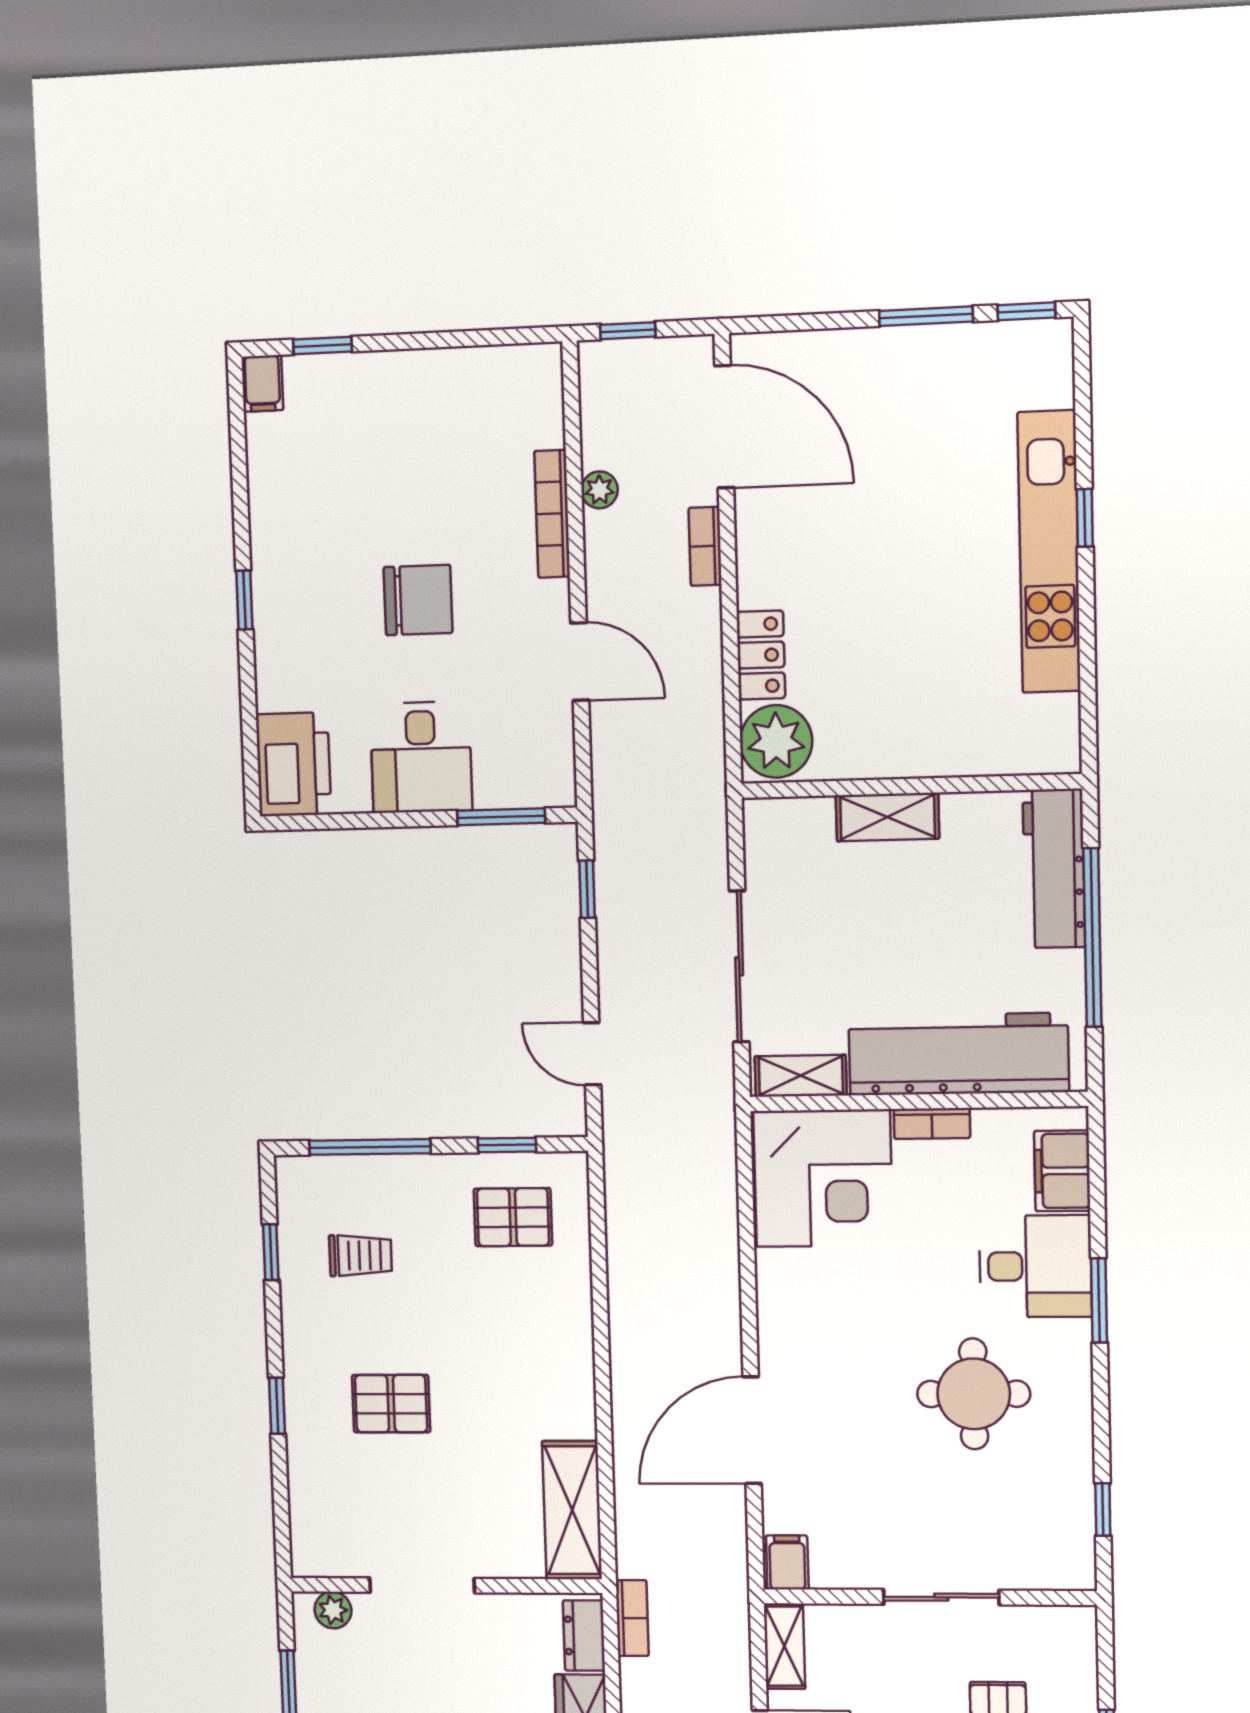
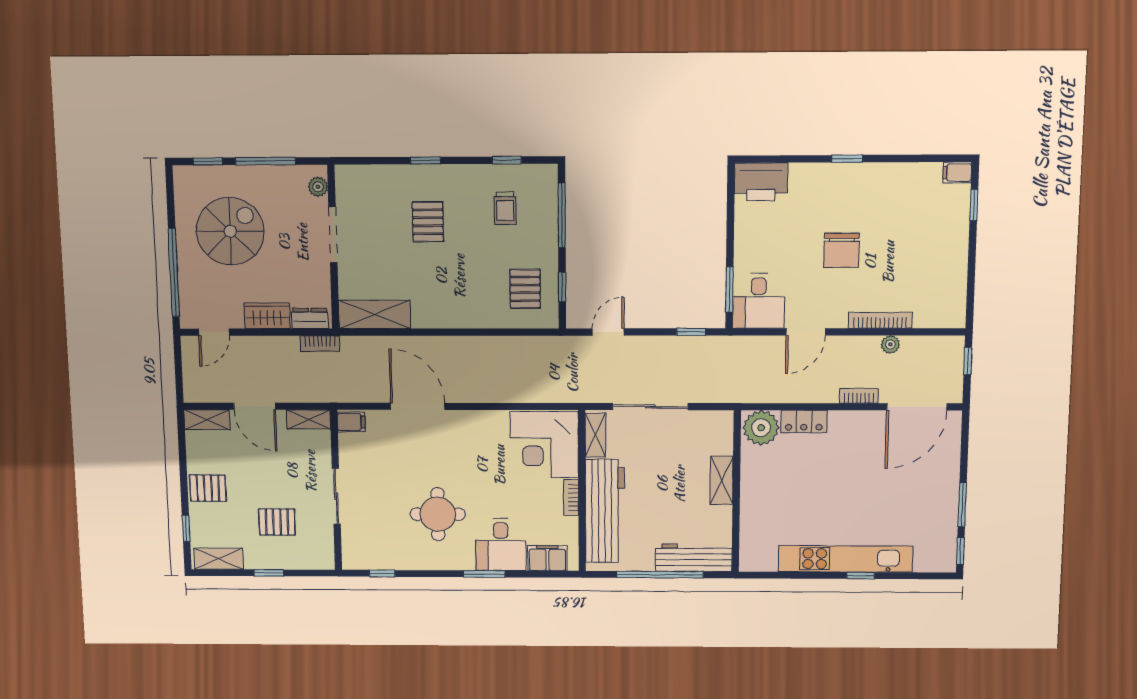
desk: (421, 757) -> (759, 301), moved, turned -90

